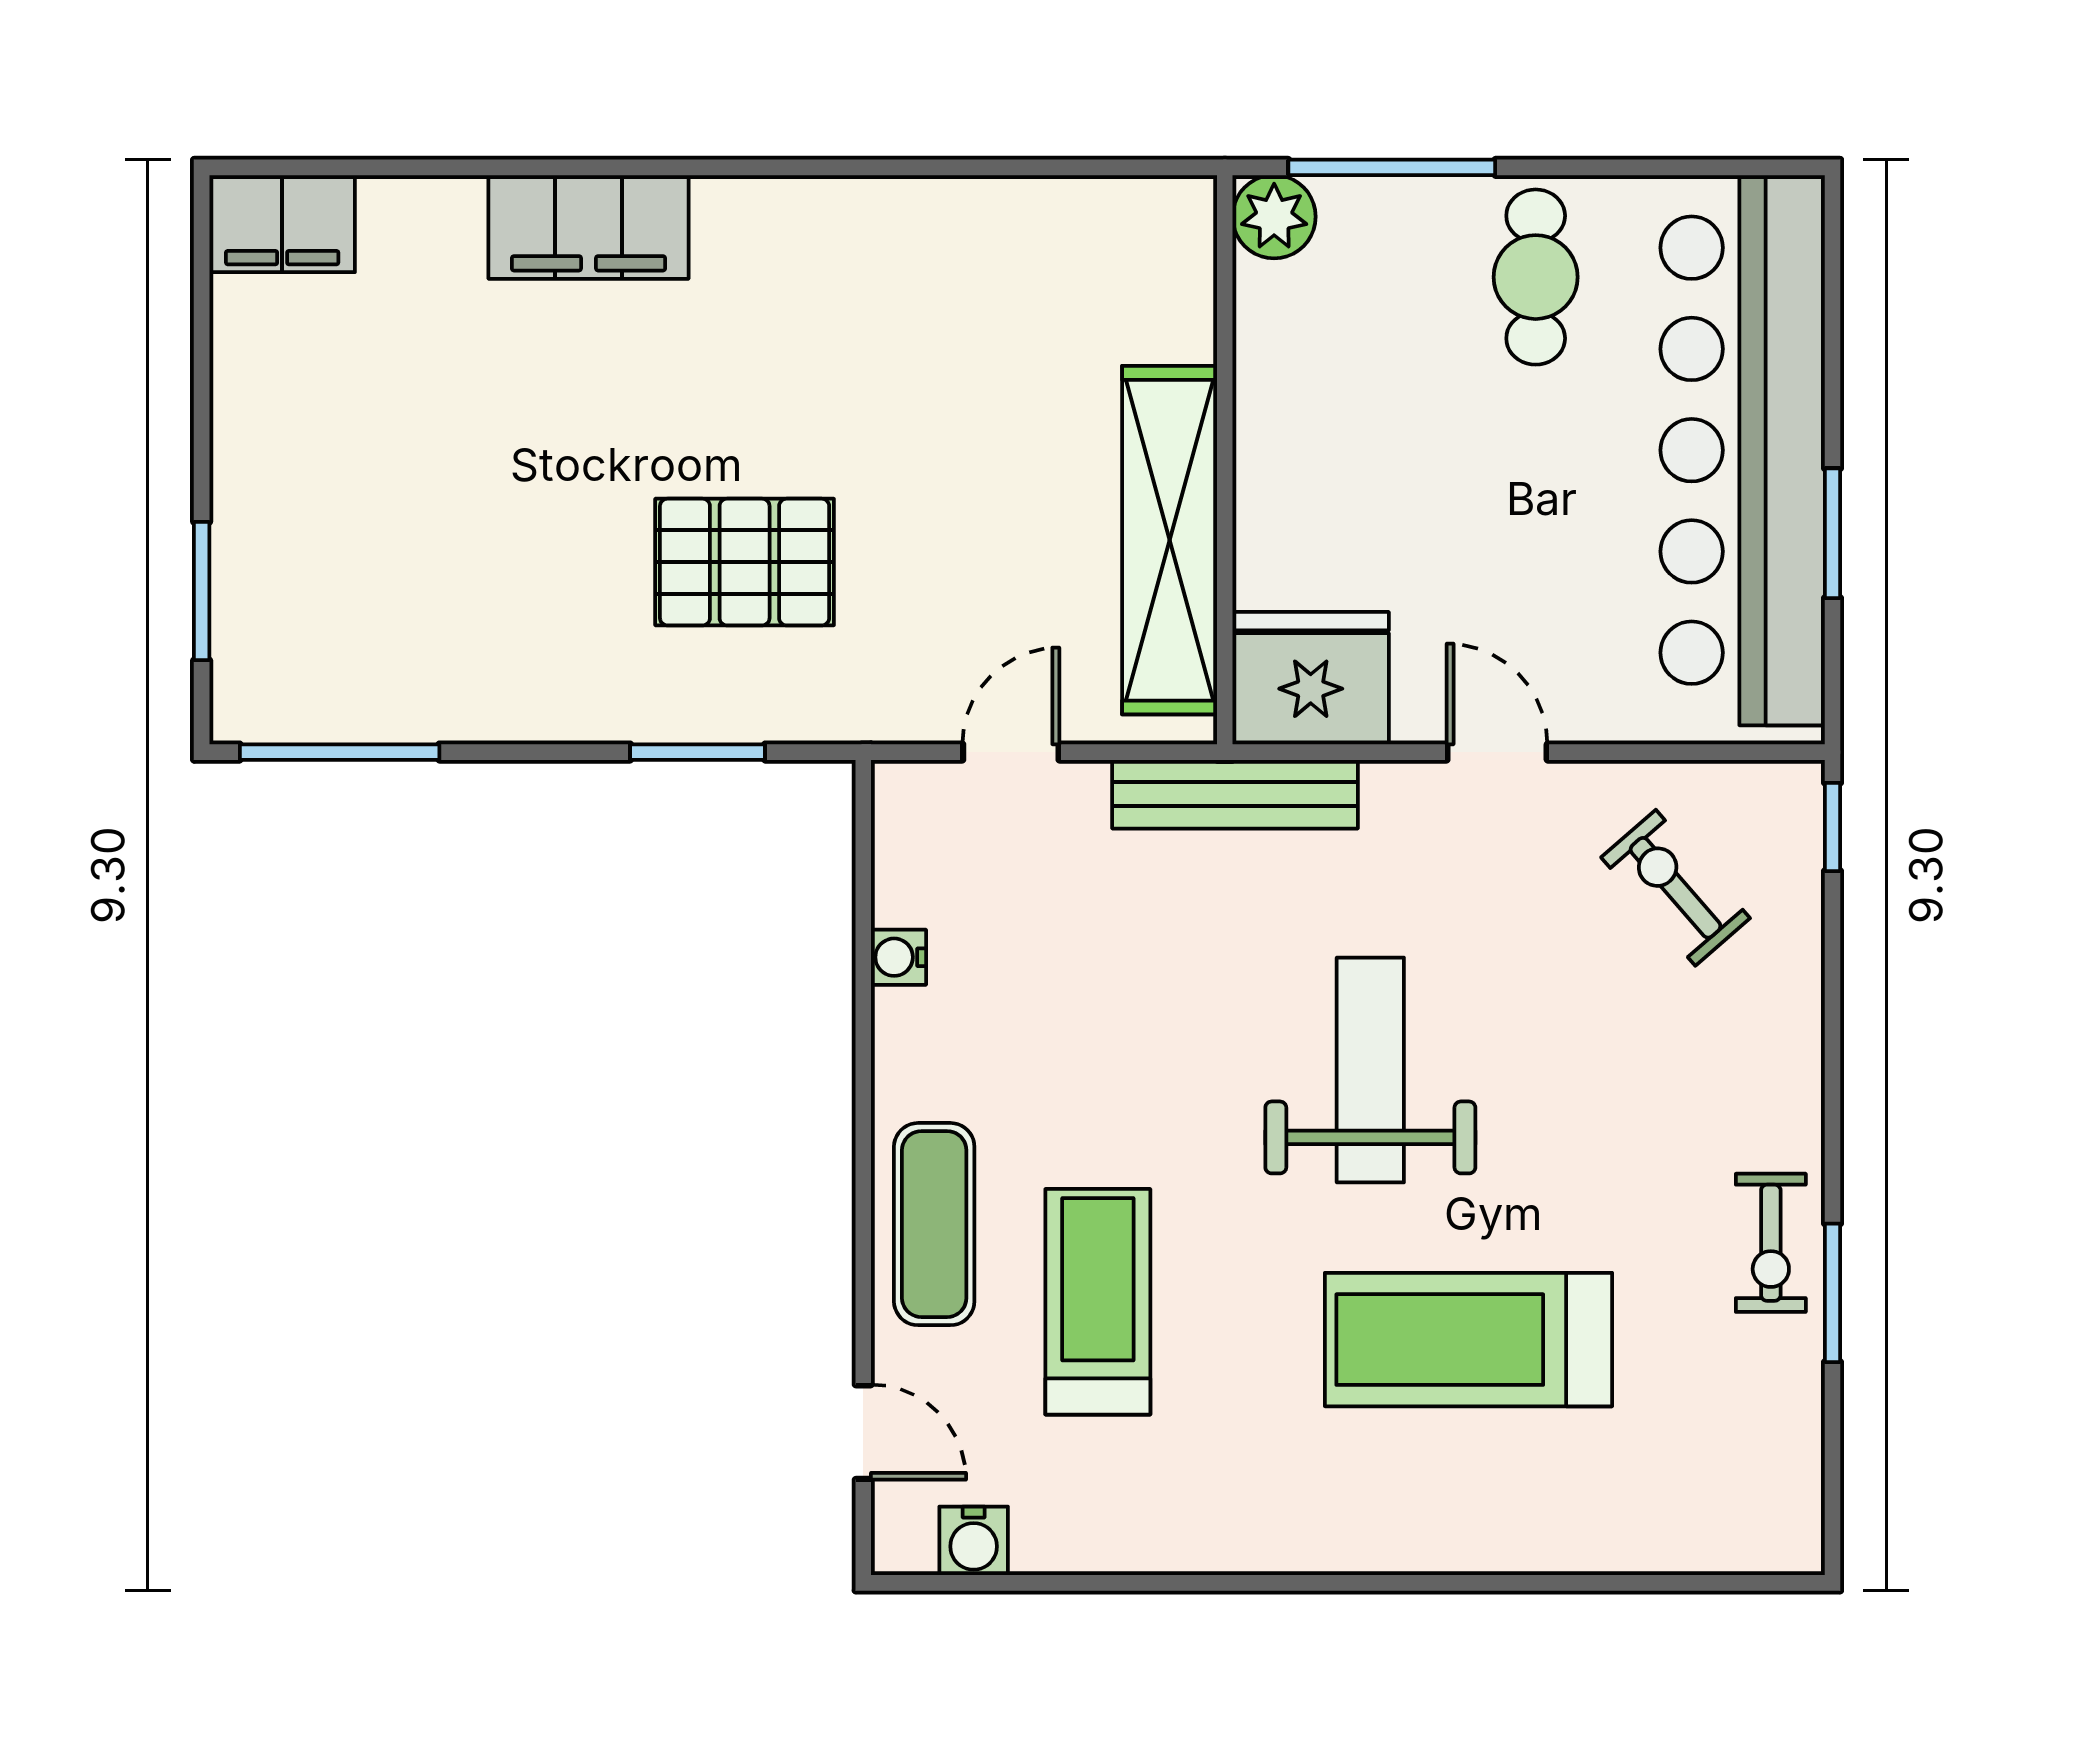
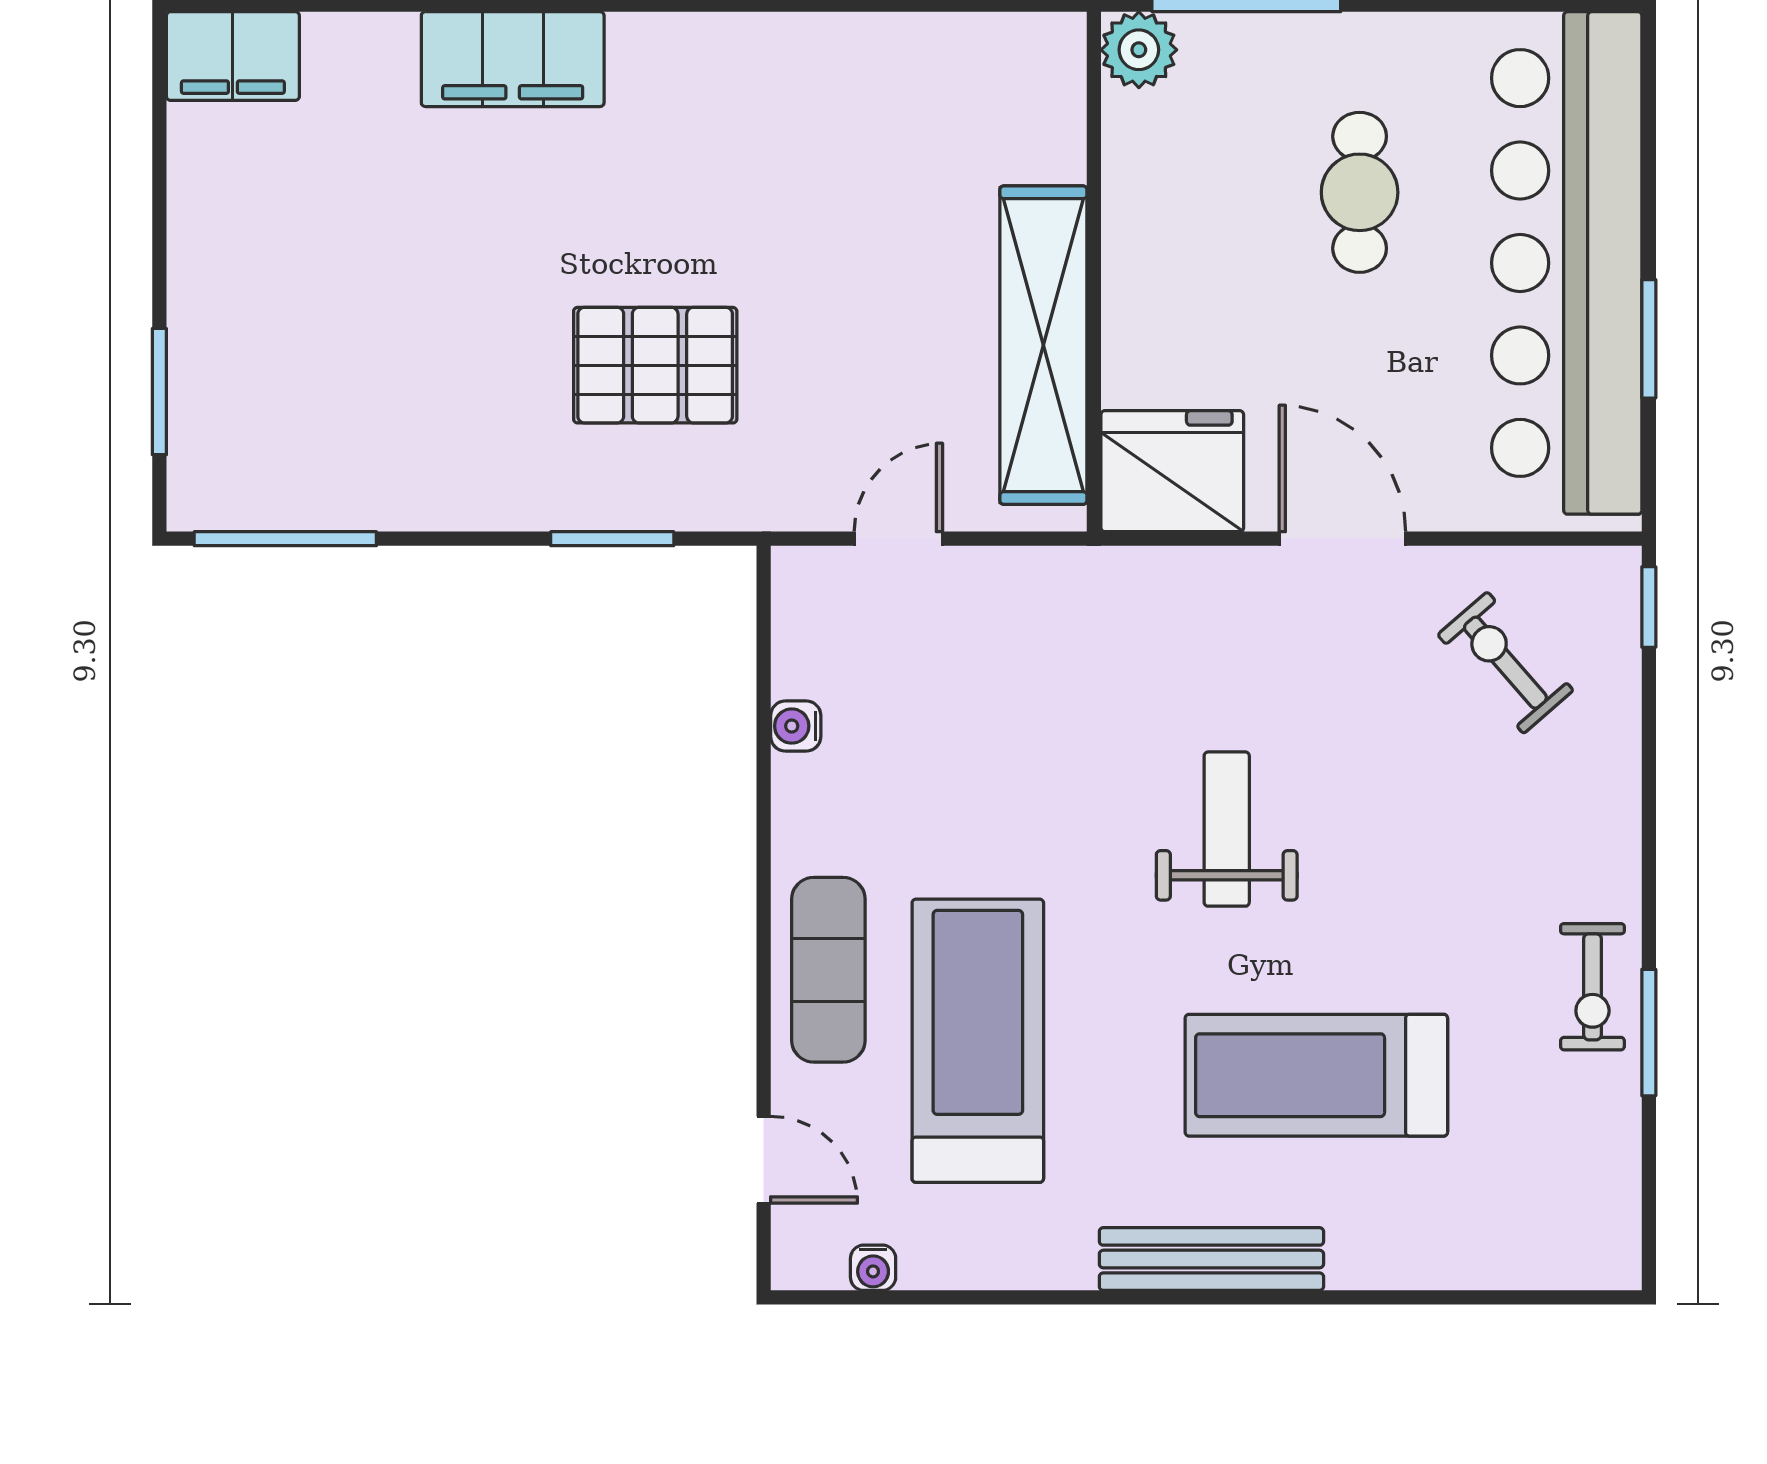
cafe table: (1536, 277) -> (1360, 192), moved
door: (1497, 752) -> (1342, 539), width x1.38
bench: (1235, 794) -> (1211, 1259), moved
weight bench: (1370, 1070) -> (1227, 829), width x0.73, depth x0.75
treadmill: (1098, 1302) -> (978, 1041), width x1.37, depth x1.37
water cooler: (974, 1541) -> (873, 1268), width x0.72, depth x0.72

